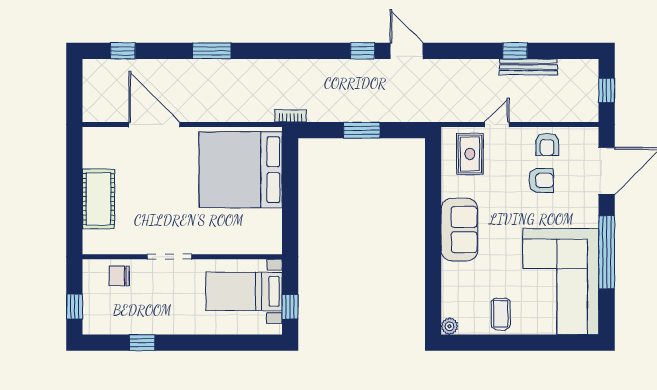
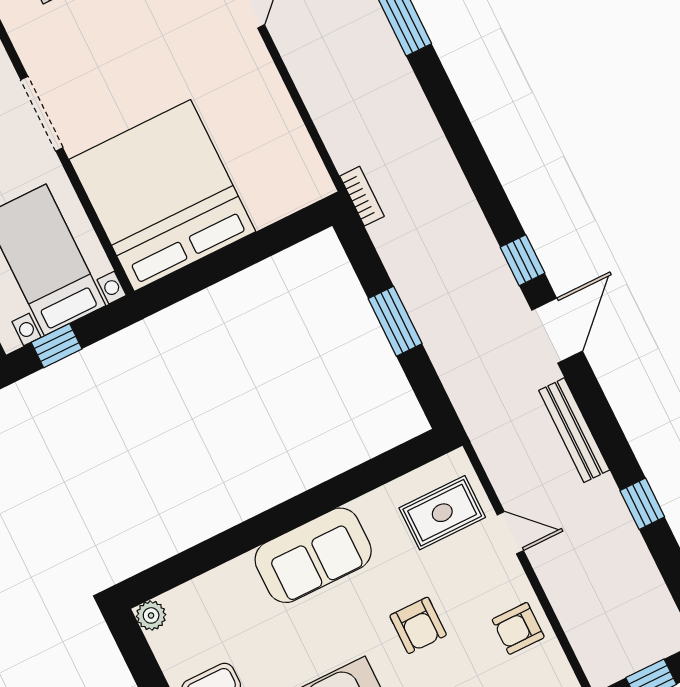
bench: (528, 67) -> (574, 430), moved
bed: (241, 170) -> (162, 196), moved
armchair: (541, 180) -> (418, 625), moved

